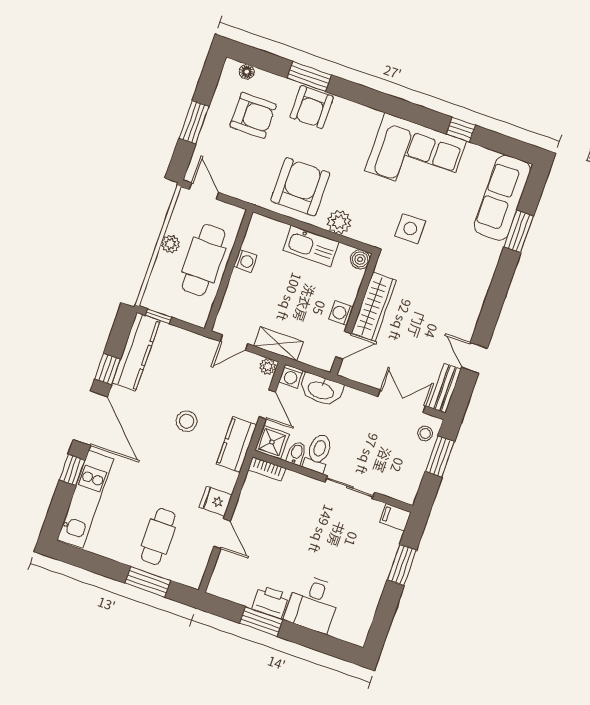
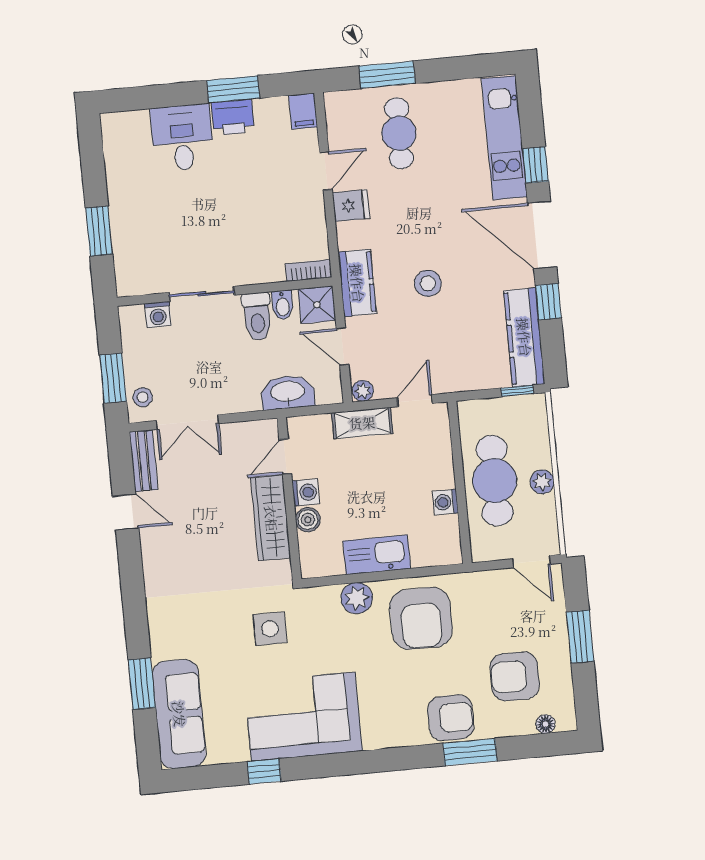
armchair: (312, 107) -> (451, 718), turned 90
boiler: (360, 259) -> (308, 520), moved
washing machine: (291, 376) -> (158, 315), moved, turned 180
filing cabinet: (395, 517) -> (303, 111), moved, turned 90
door: (222, 534) -> (326, 171), swing flipped

